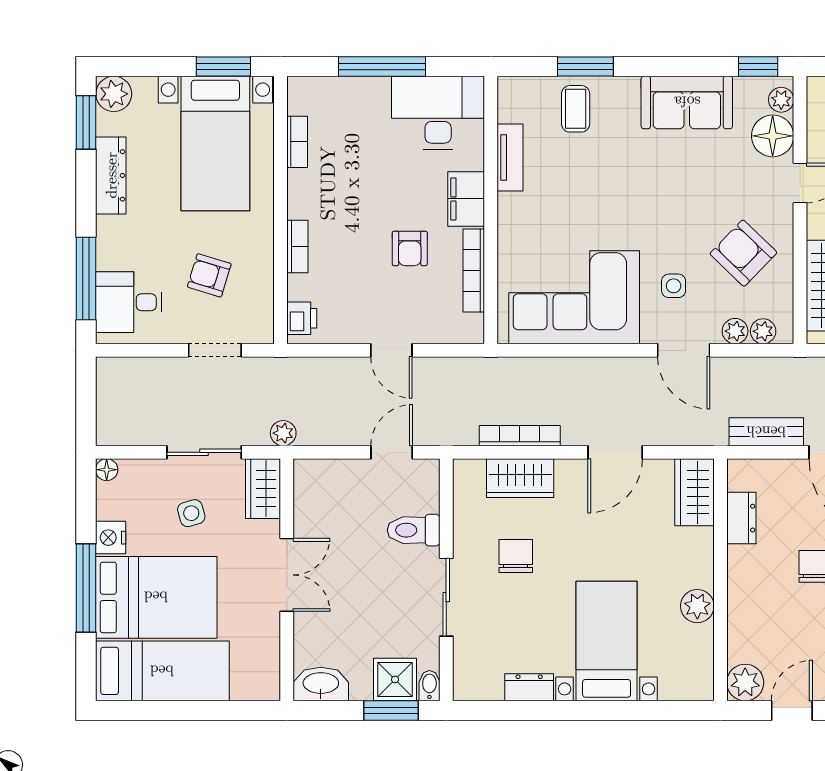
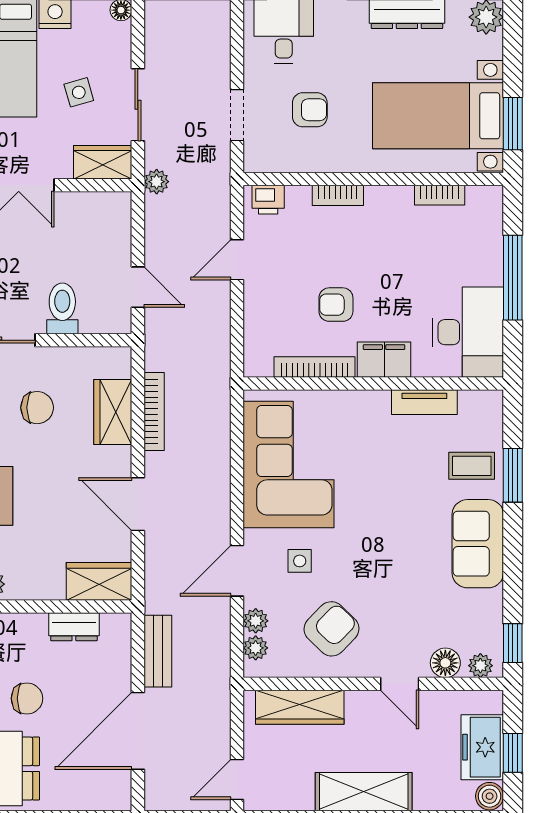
sofa: (687, 102) -> (478, 544), moved
floor lamp: (773, 136) -> (445, 663), width x0.73, depth x0.73
armchair: (209, 275) -> (310, 110), turned 73
door: (391, 350) -> (237, 260), moved

